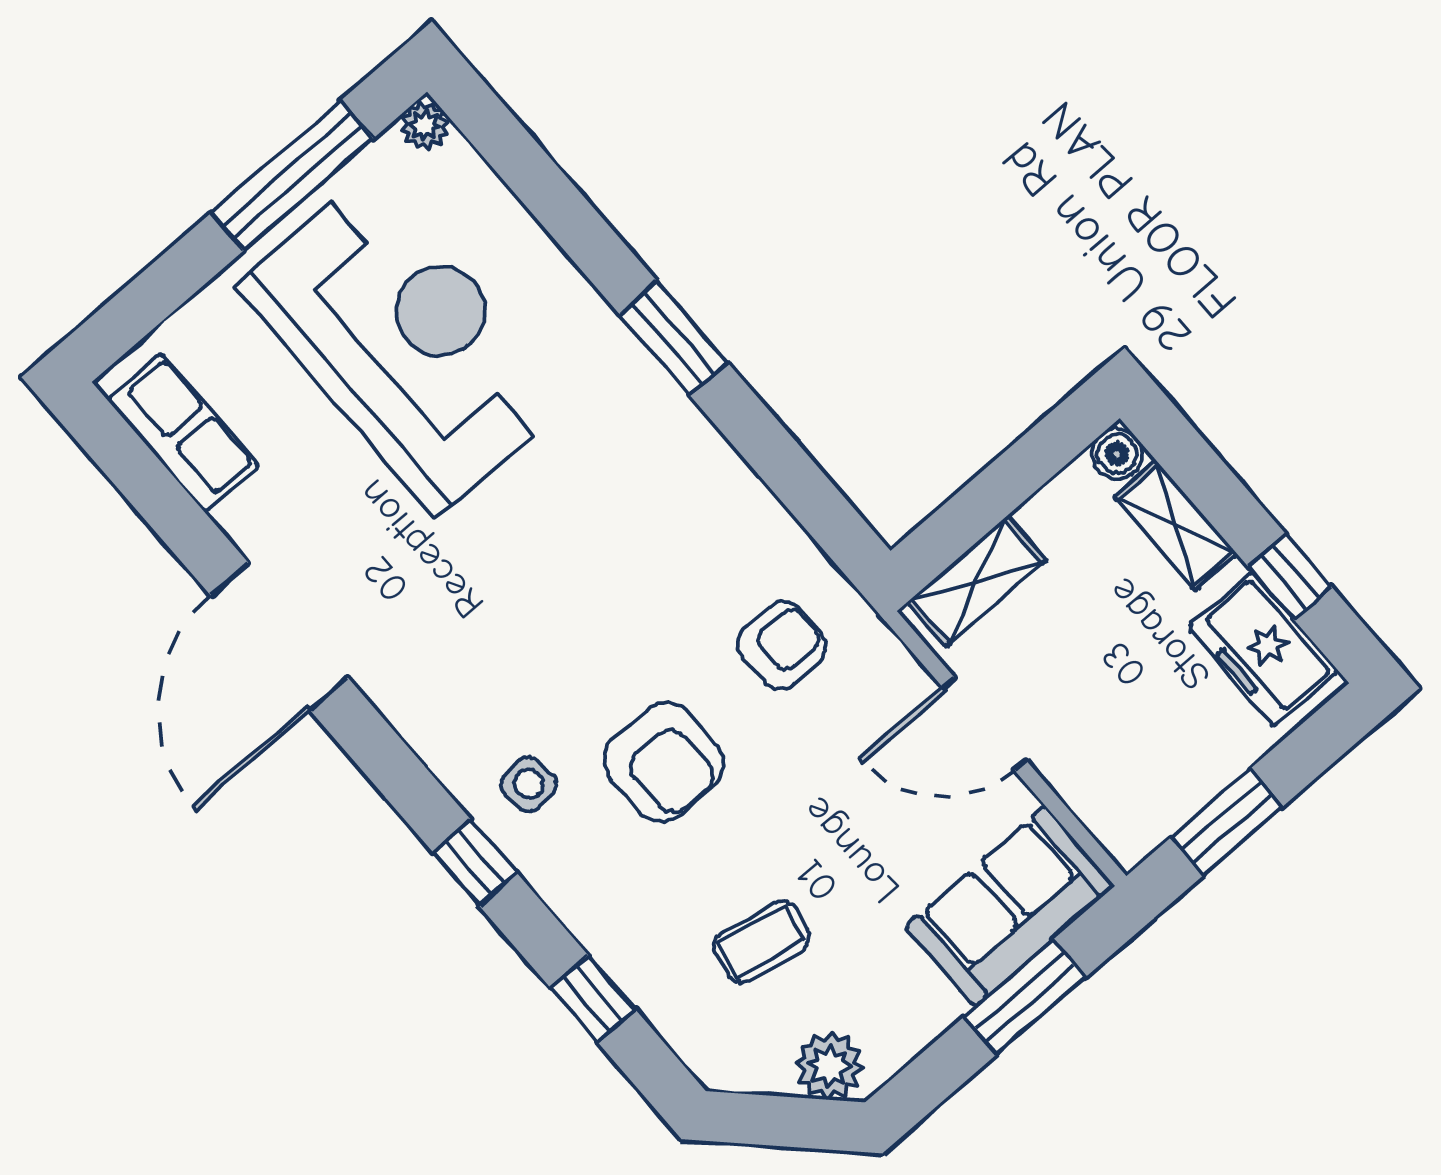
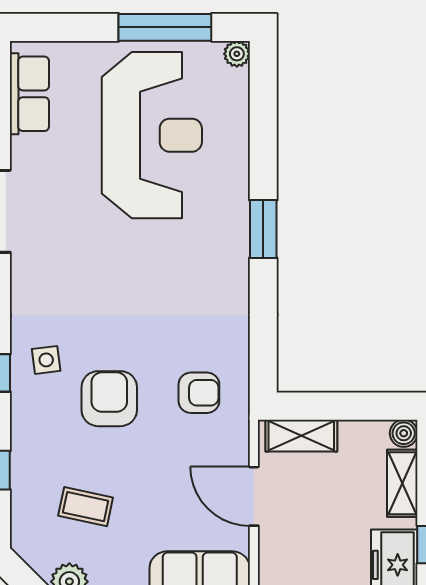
armchair: (664, 762) -> (109, 399), turned 180

